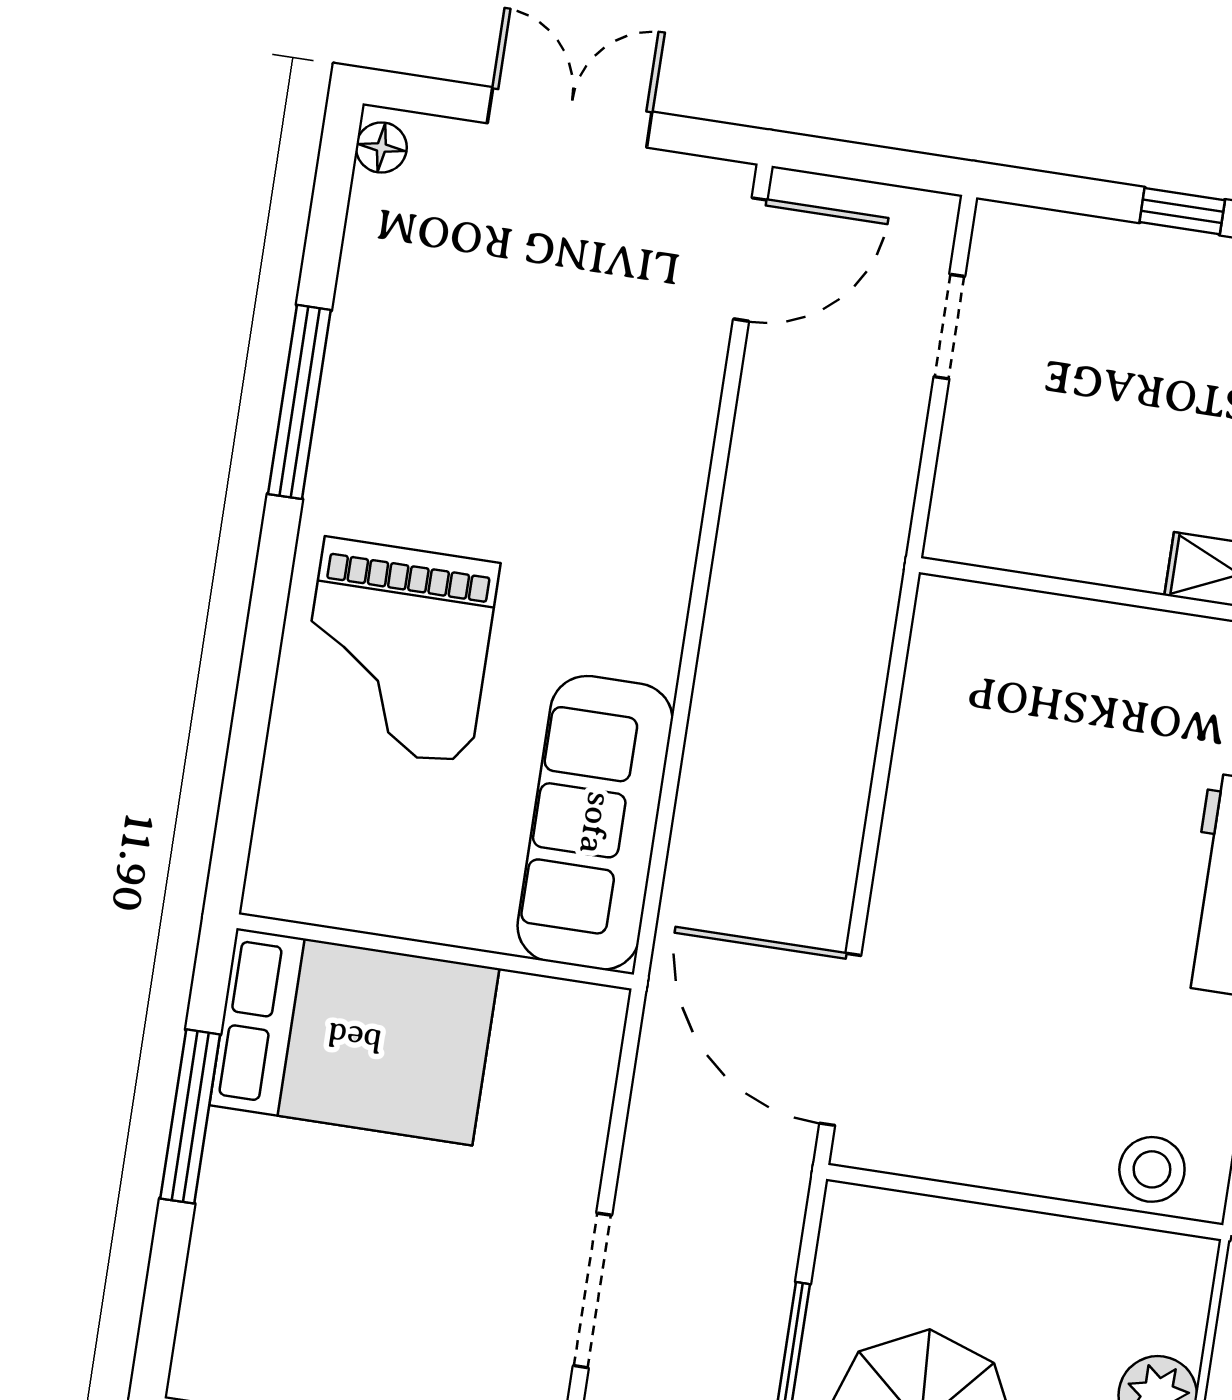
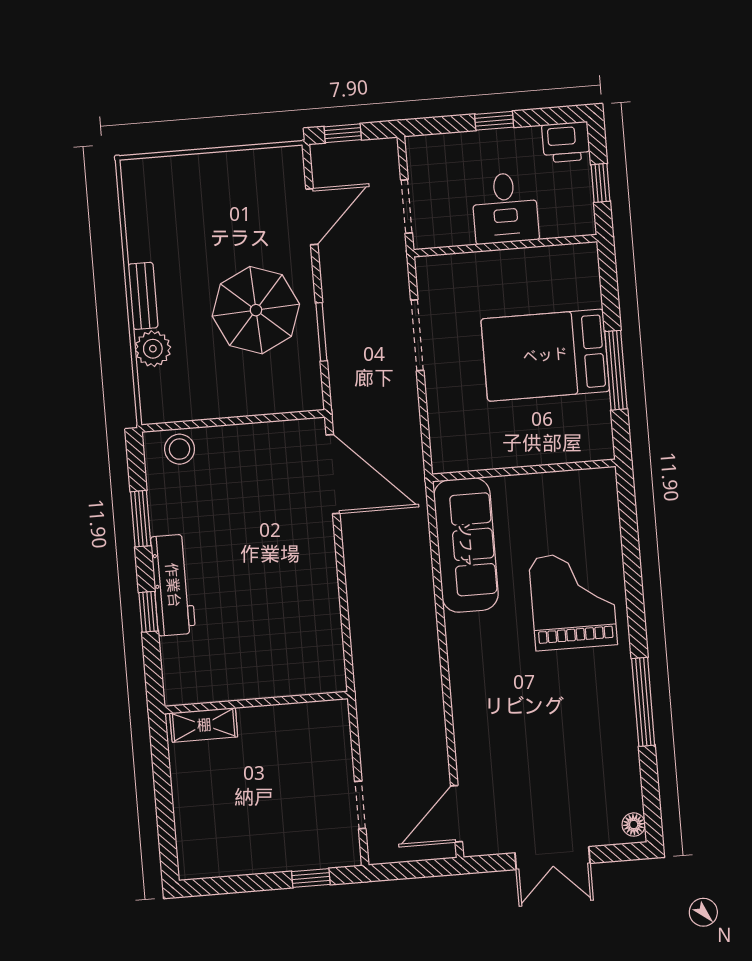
window: (1182, 211) -> (311, 878), moved
bed: (354, 1037) -> (545, 355), moved

